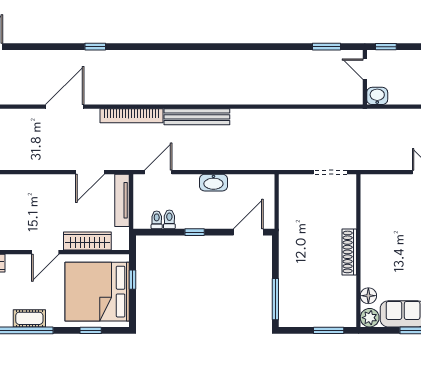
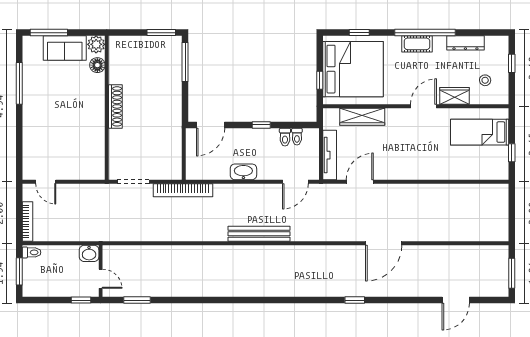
bookcase: (131, 116) -> (183, 190), moved, turned 180
door: (45, 252) -> (423, 106), moved
window: (329, 330) -> (161, 33), moved

